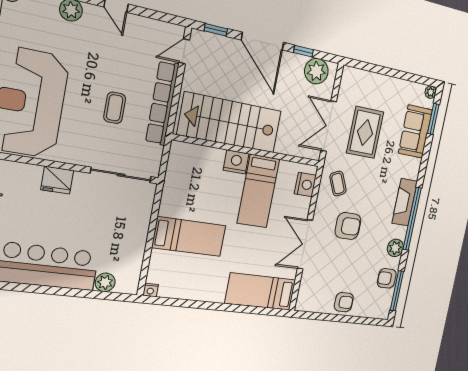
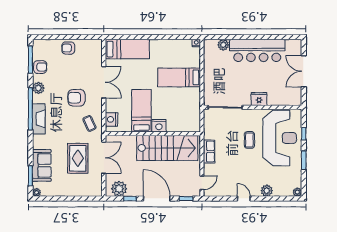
row of seats: (162, 103) -> (209, 152), width x0.50
coffee table: (115, 108) -> (249, 140), moved

